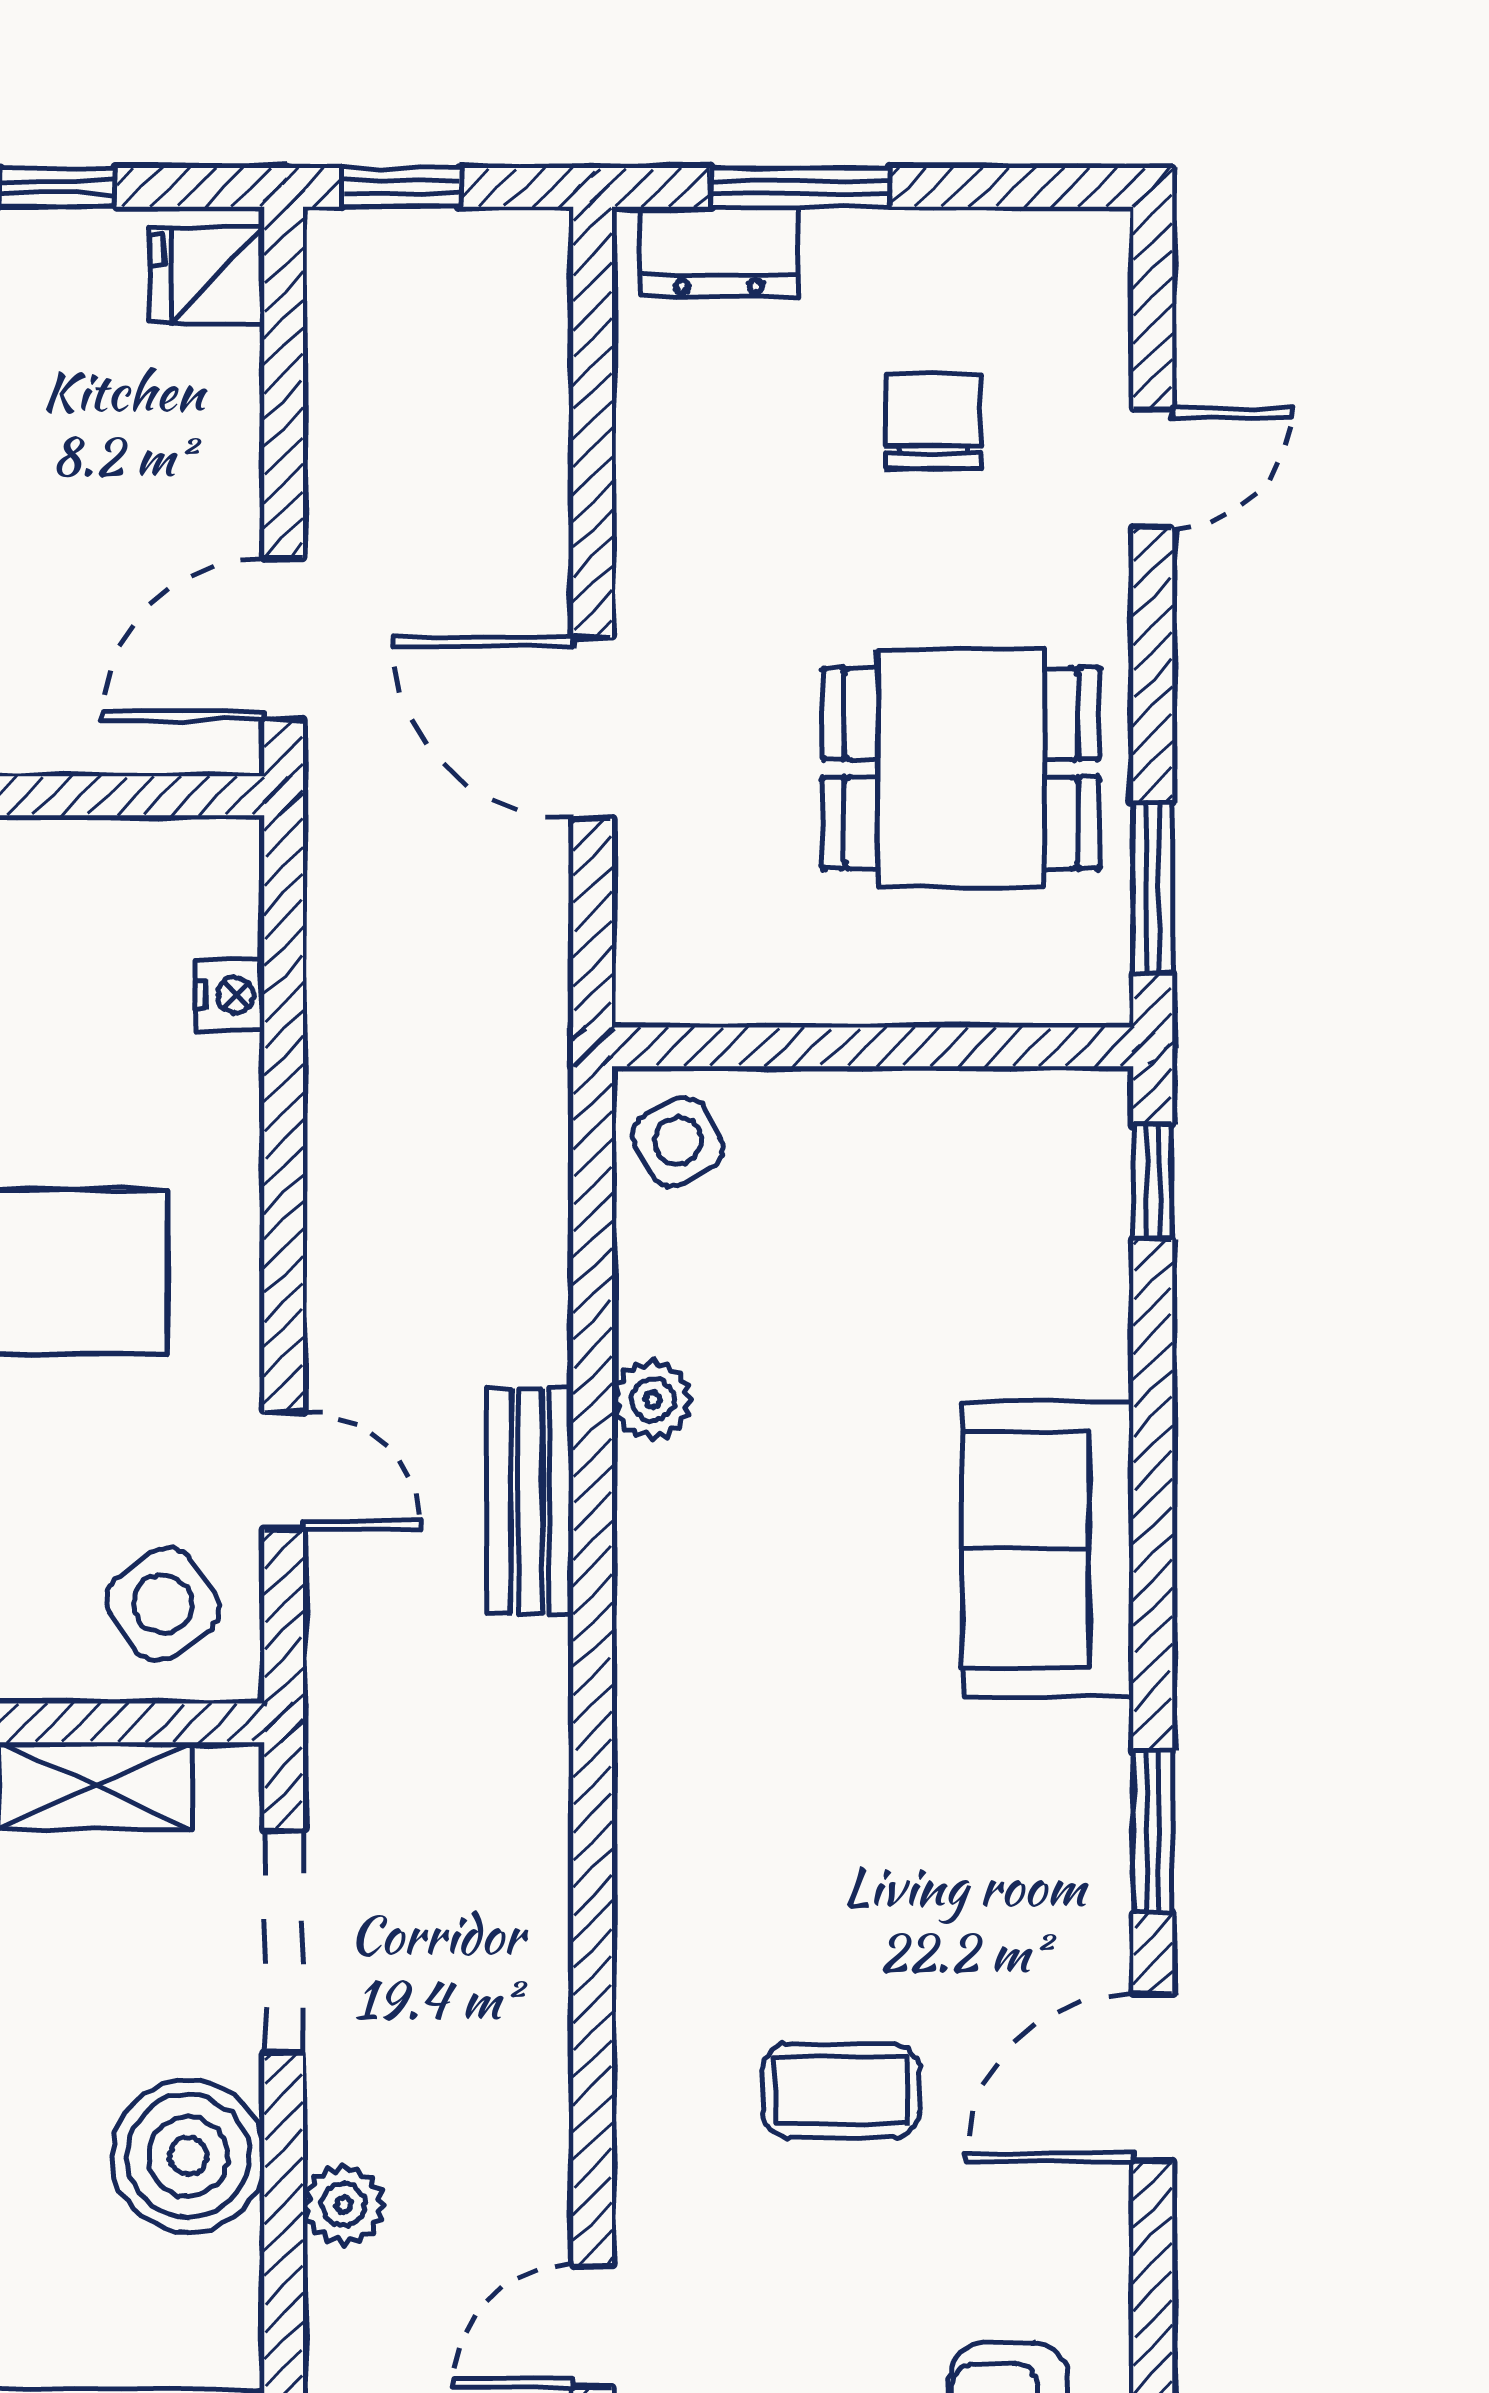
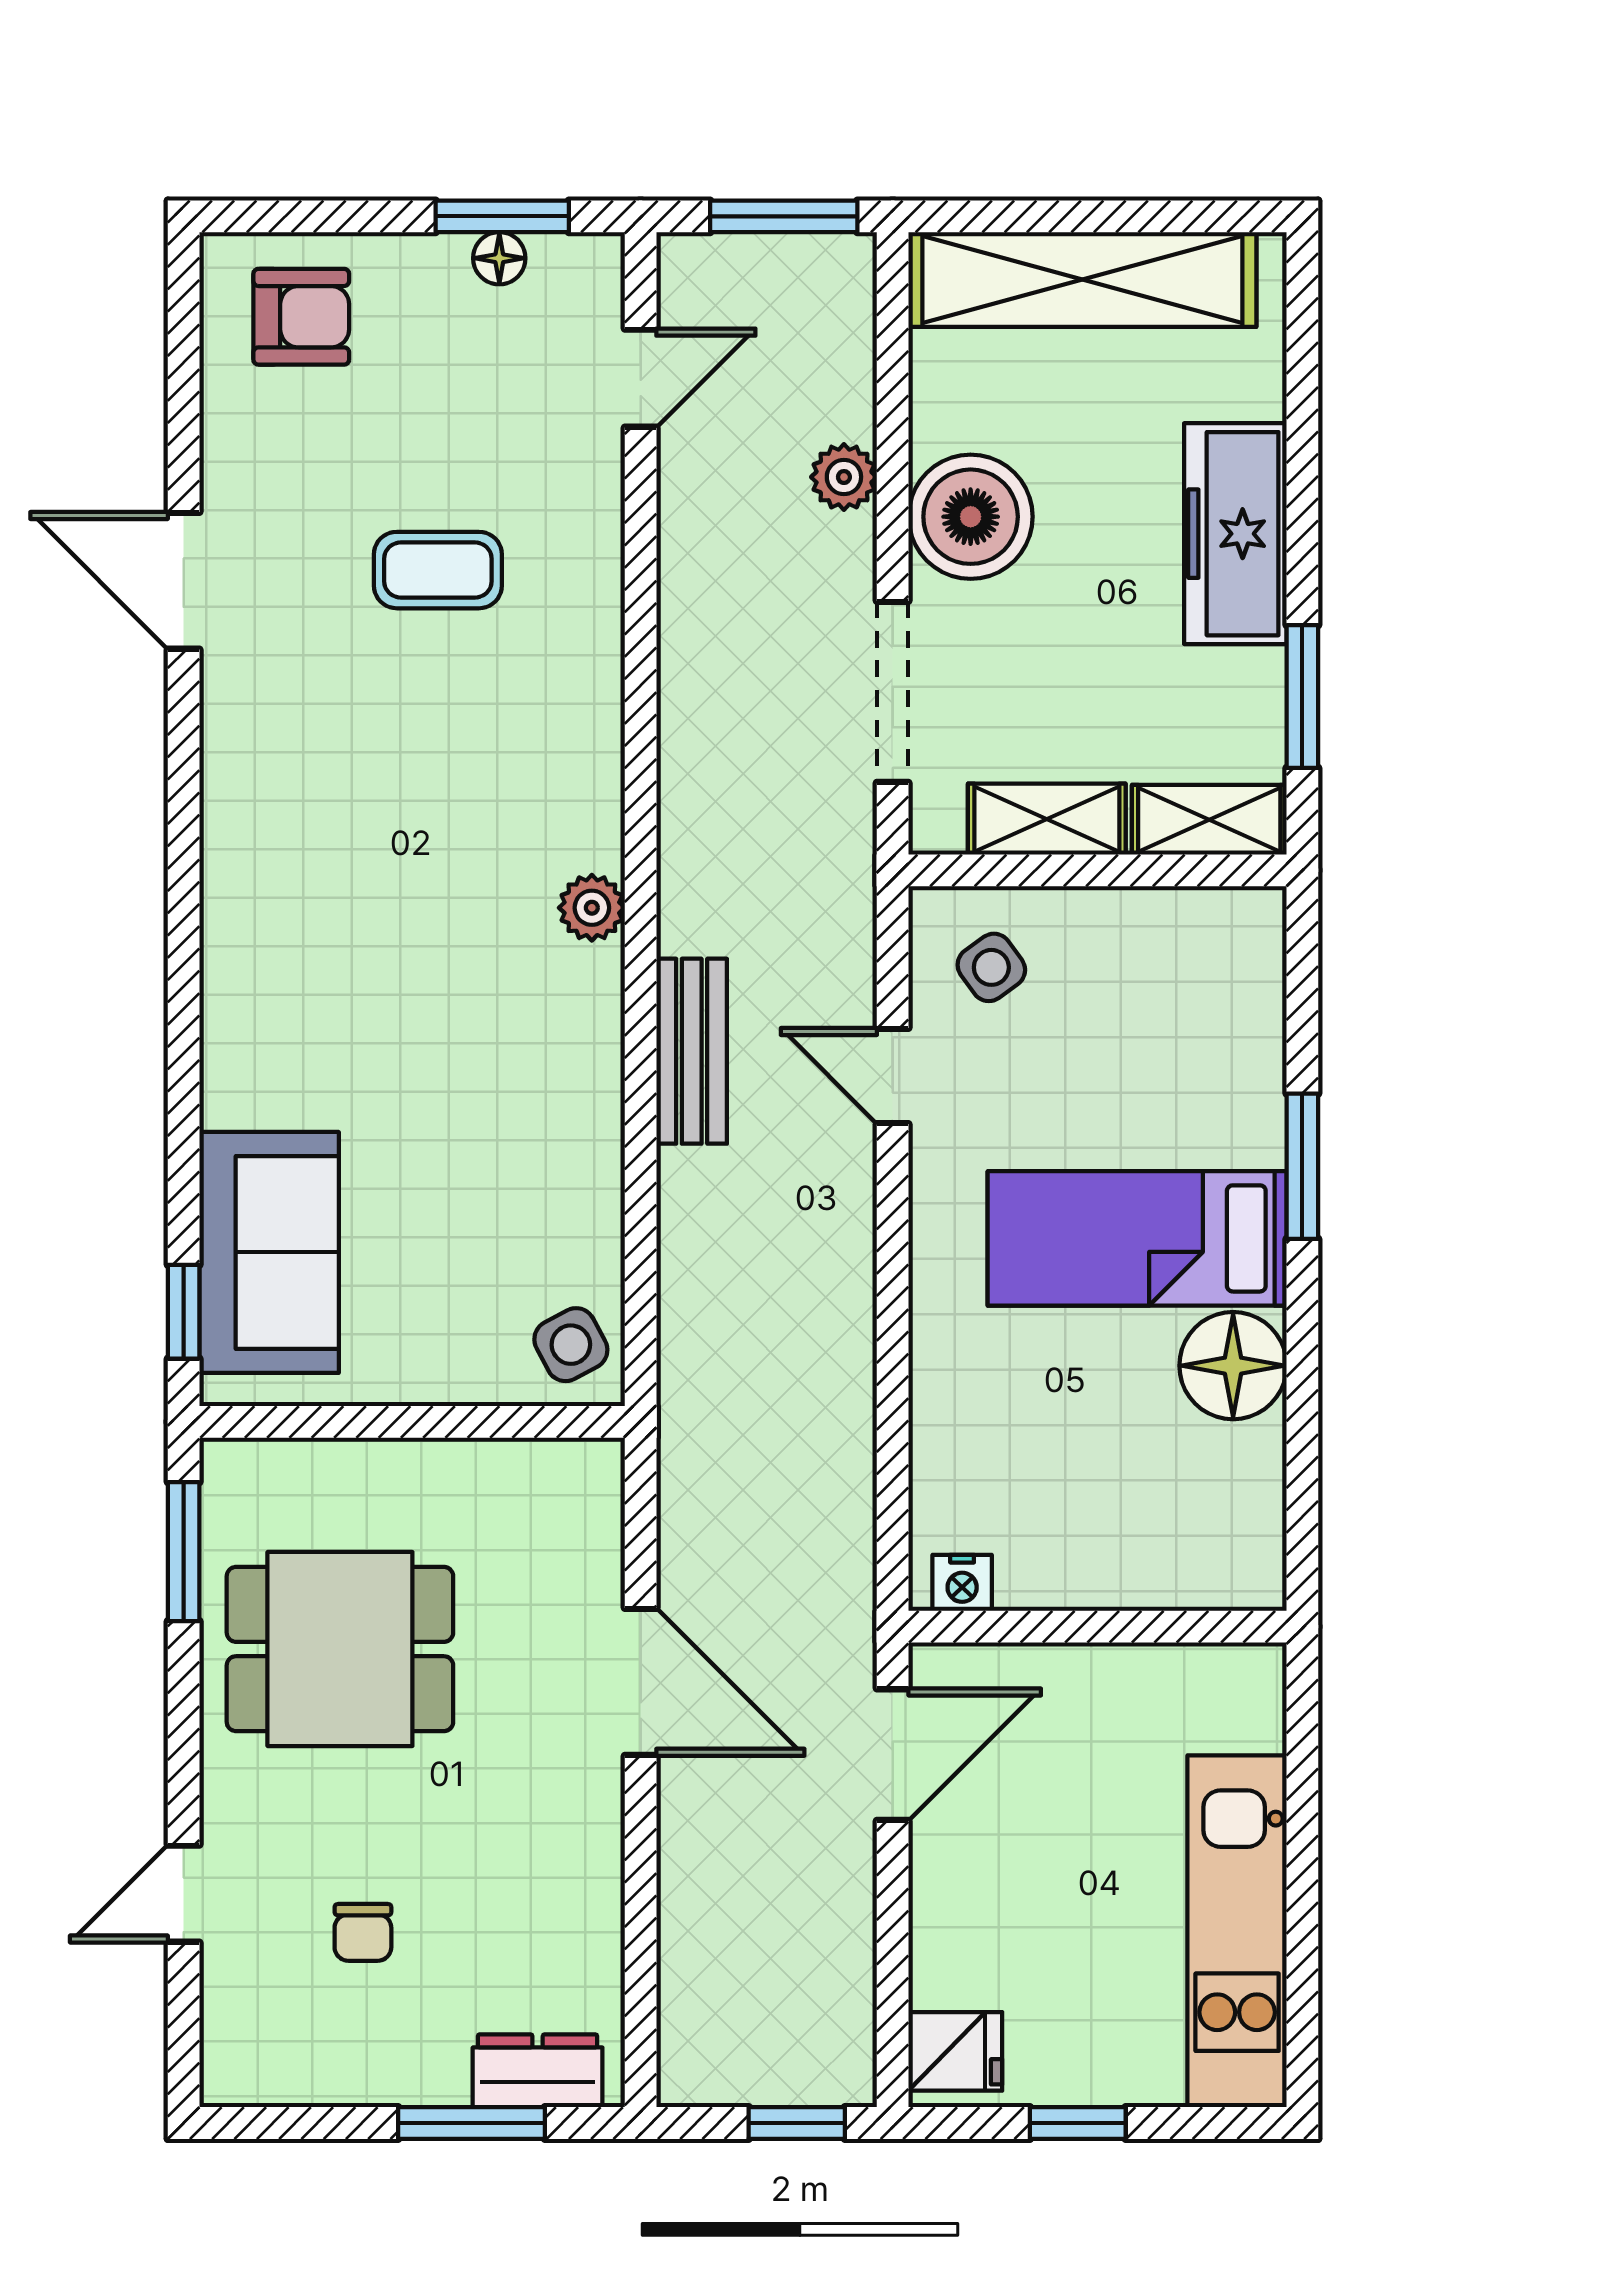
chair: (933, 421) -> (363, 1932), width x0.73, depth x0.73
nightstand: (230, 995) -> (962, 1583), moved, turned -90
plant: (652, 1400) -> (592, 908), moved
sofa: (1048, 1549) -> (269, 1252), moved
side table: (163, 1604) -> (991, 967), width x0.73, depth x0.73
window: (1153, 1831) -> (184, 782), removed
door: (1153, 2078) -> (184, 581), swing flipped

